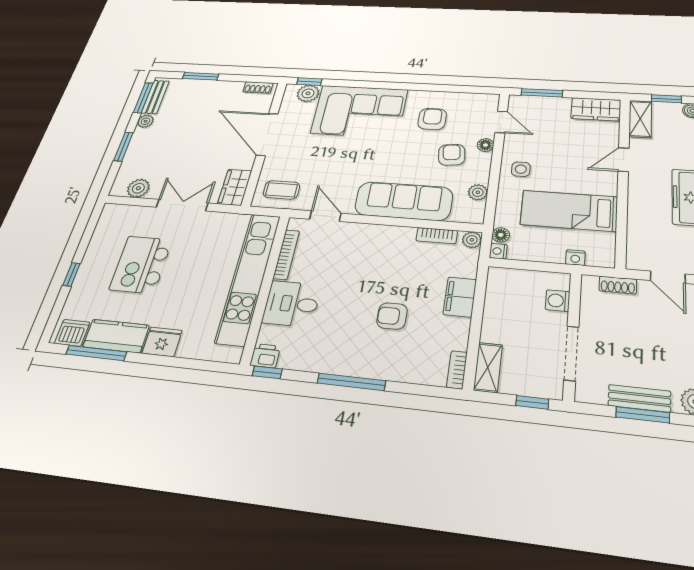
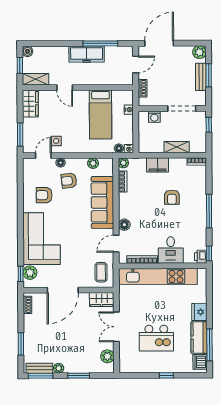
side table: (521, 169) -> (56, 141), moved
floor lamp: (356, 232) -> (124, 225), added
shelving: (488, 367) -> (177, 147), moved

